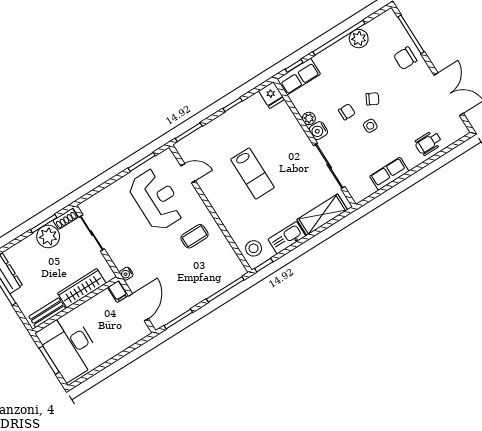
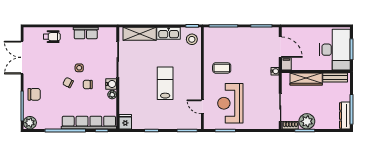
plant: (359, 39) -> (30, 123), moved
row of seats: (299, 77) -> (89, 123), width x2.02
door: (138, 307) -> (280, 47), swing flipped

